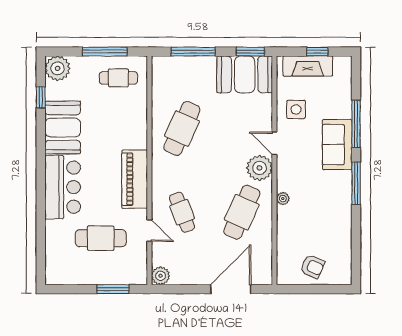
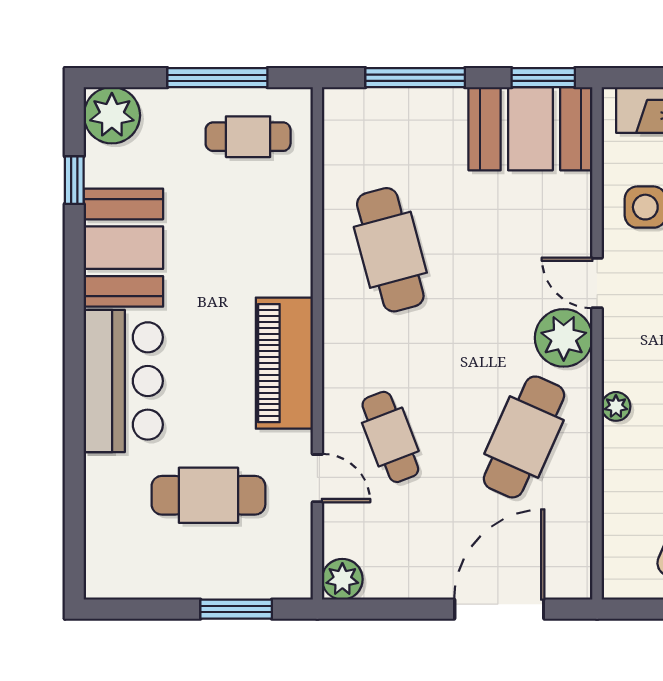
cafe table: (182, 128) -> (390, 250), turned -39

